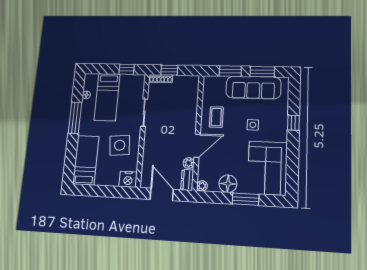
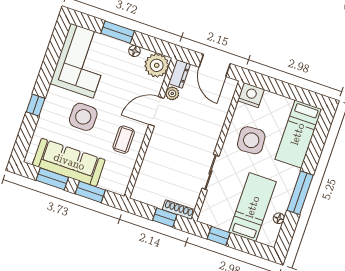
side table: (253, 125) -> (83, 117), width x1.87, depth x1.87
floor lamp: (228, 184) -> (134, 51), width x0.53, depth x0.53
plant: (202, 186) -> (157, 65), width x1.88, depth x1.88

